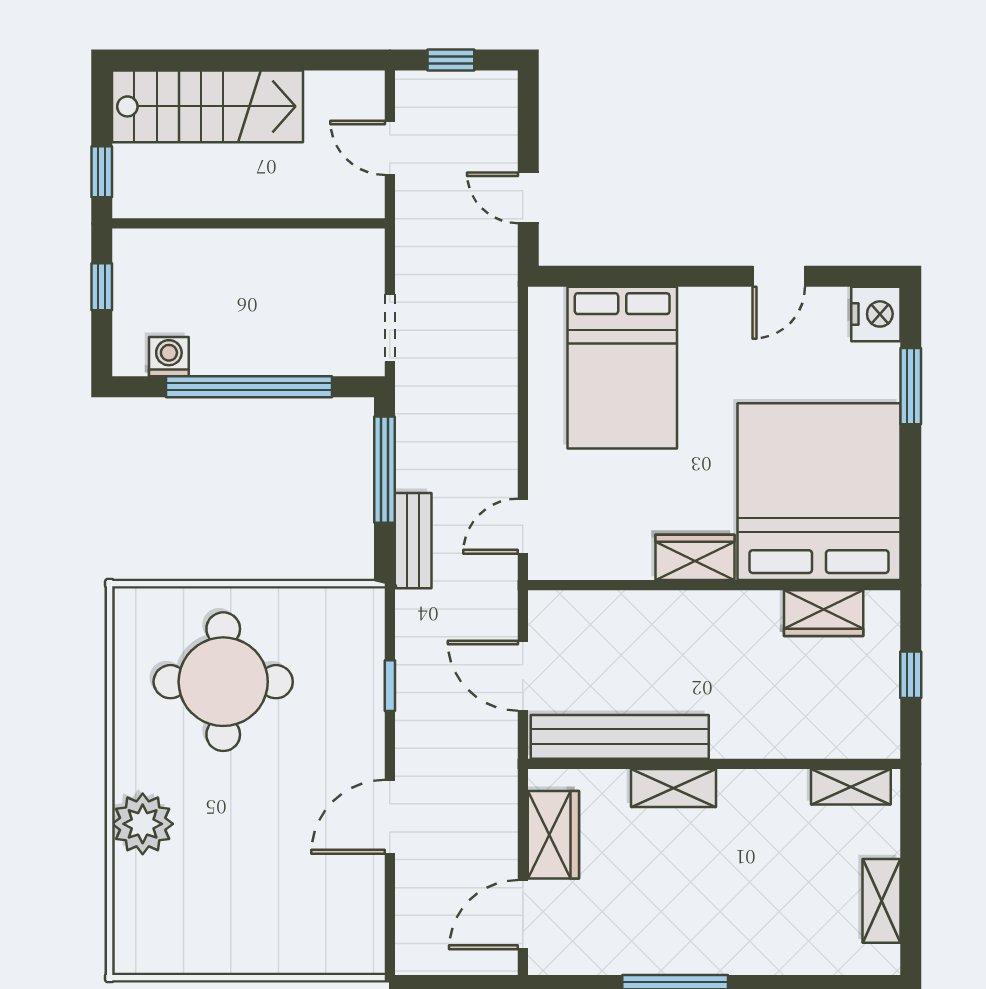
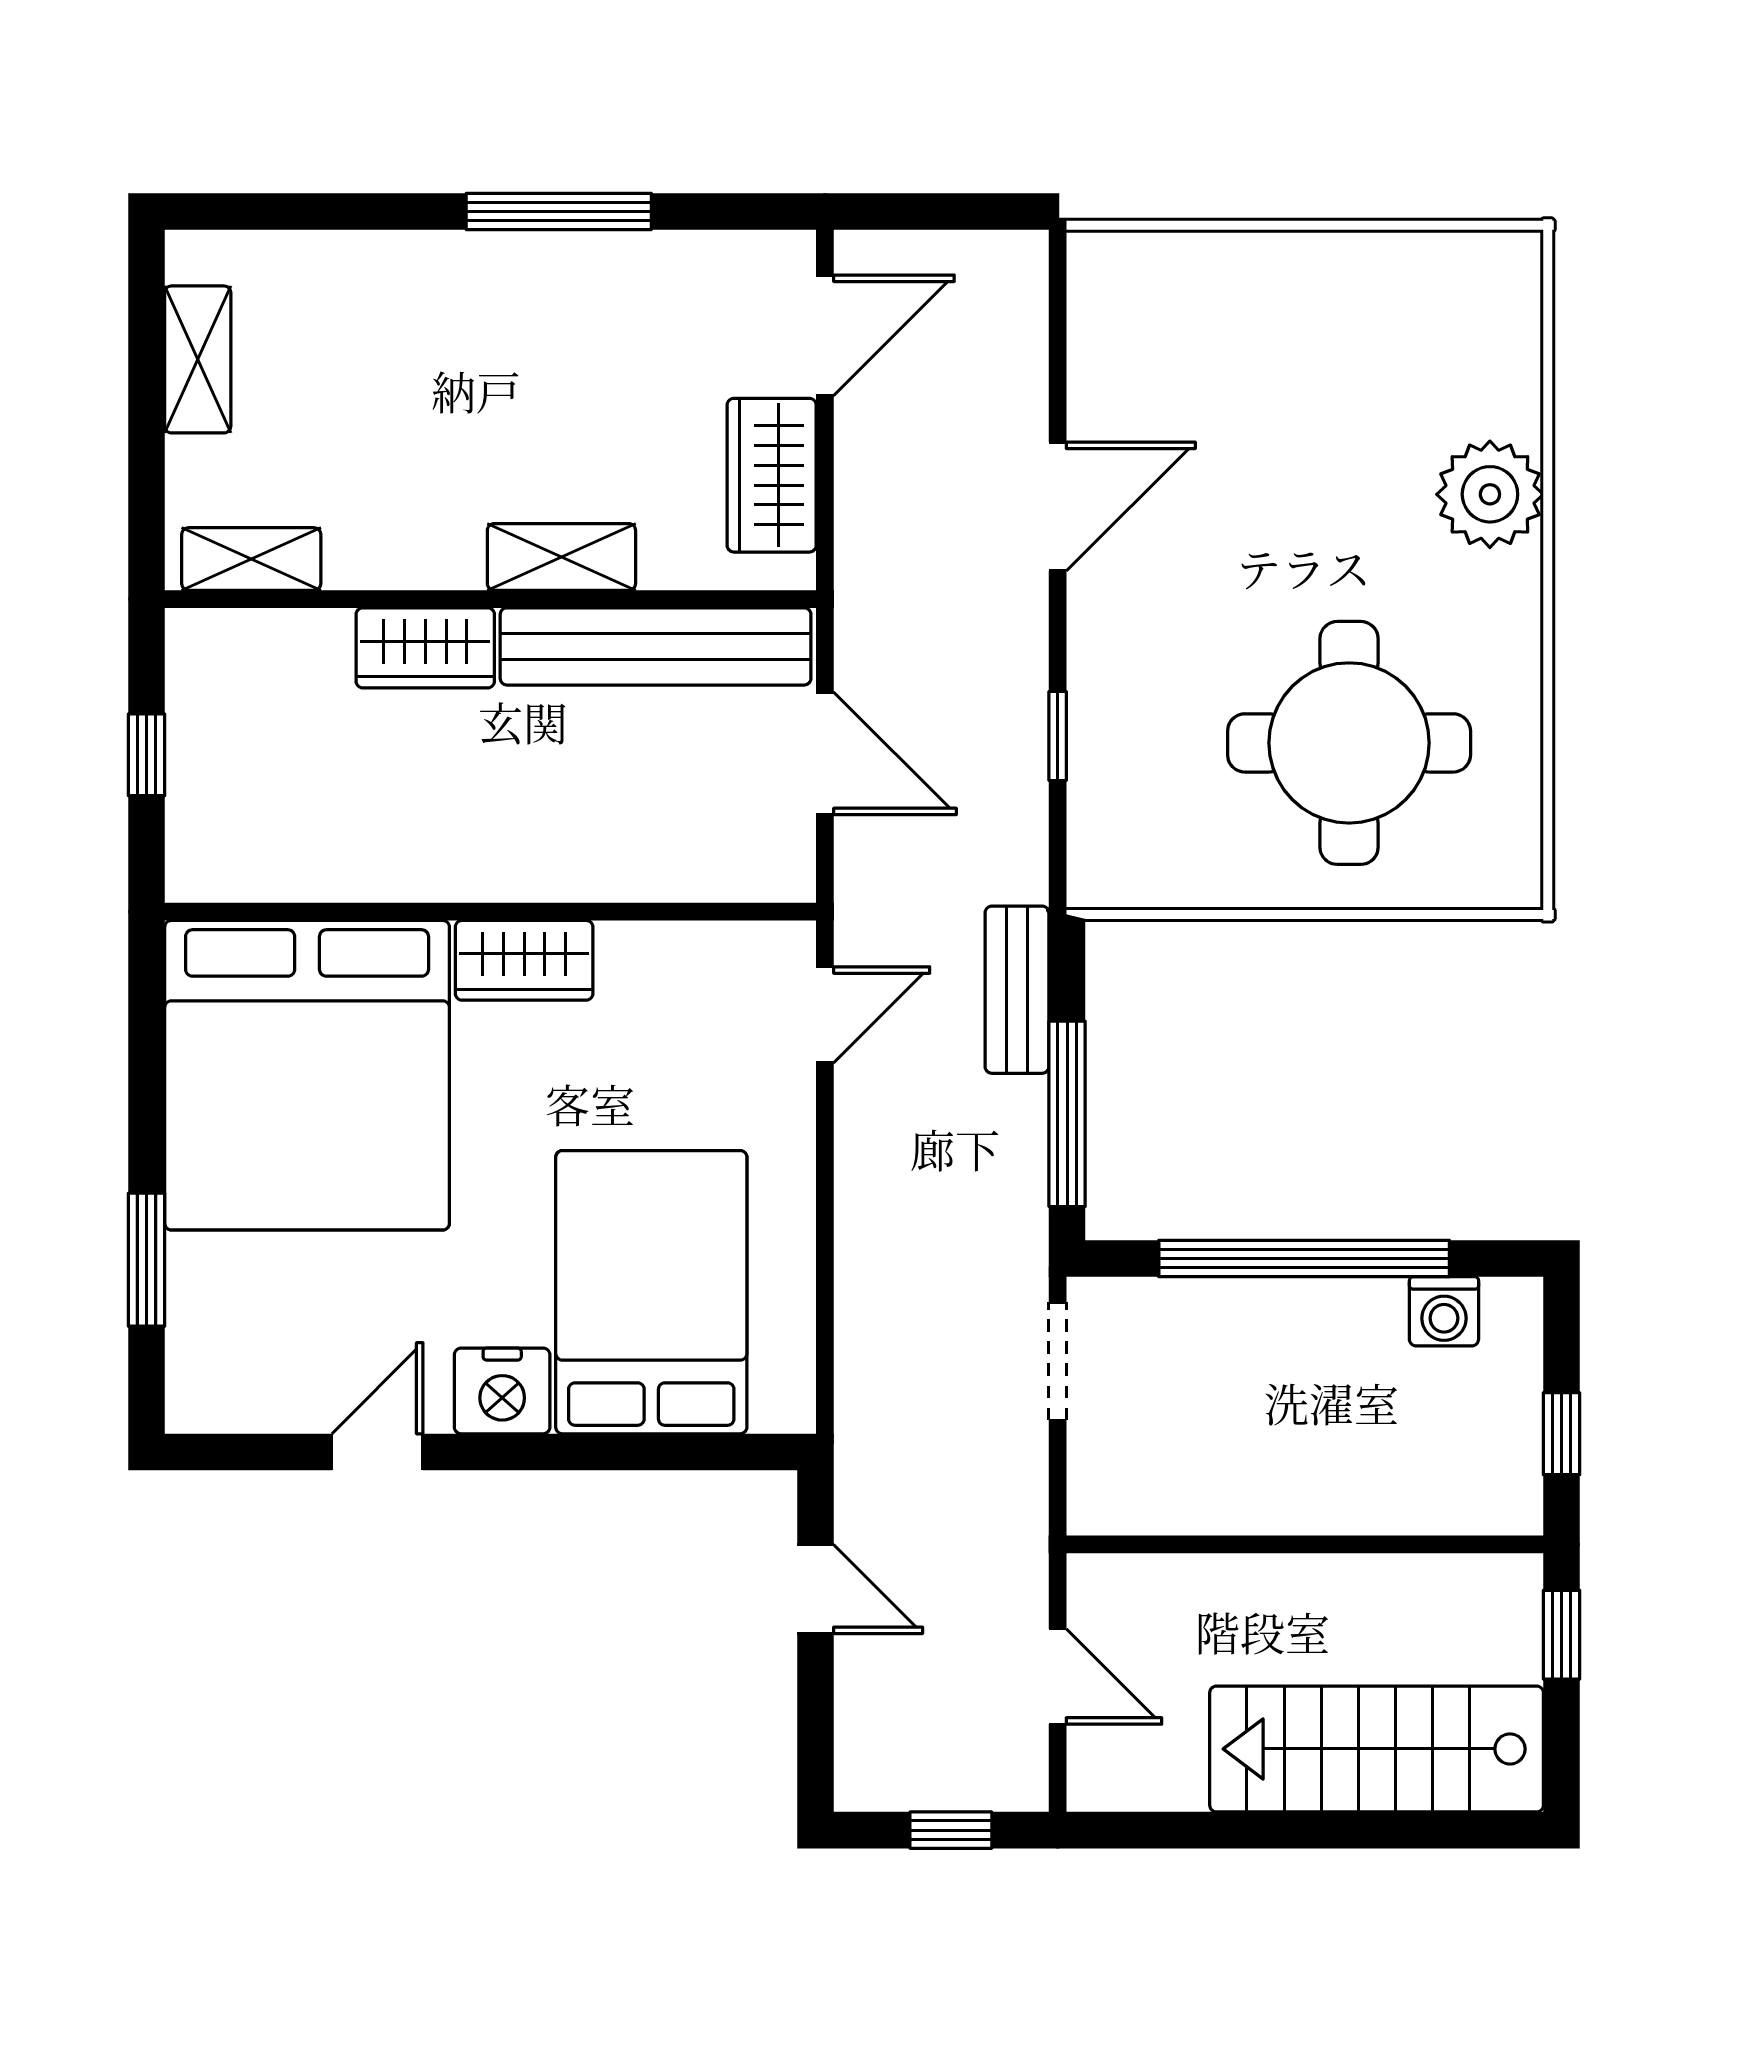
nightstand: (876, 314) -> (502, 1391), moved, turned -90
wardrobe: (824, 613) -> (425, 648), moved, turned 180

